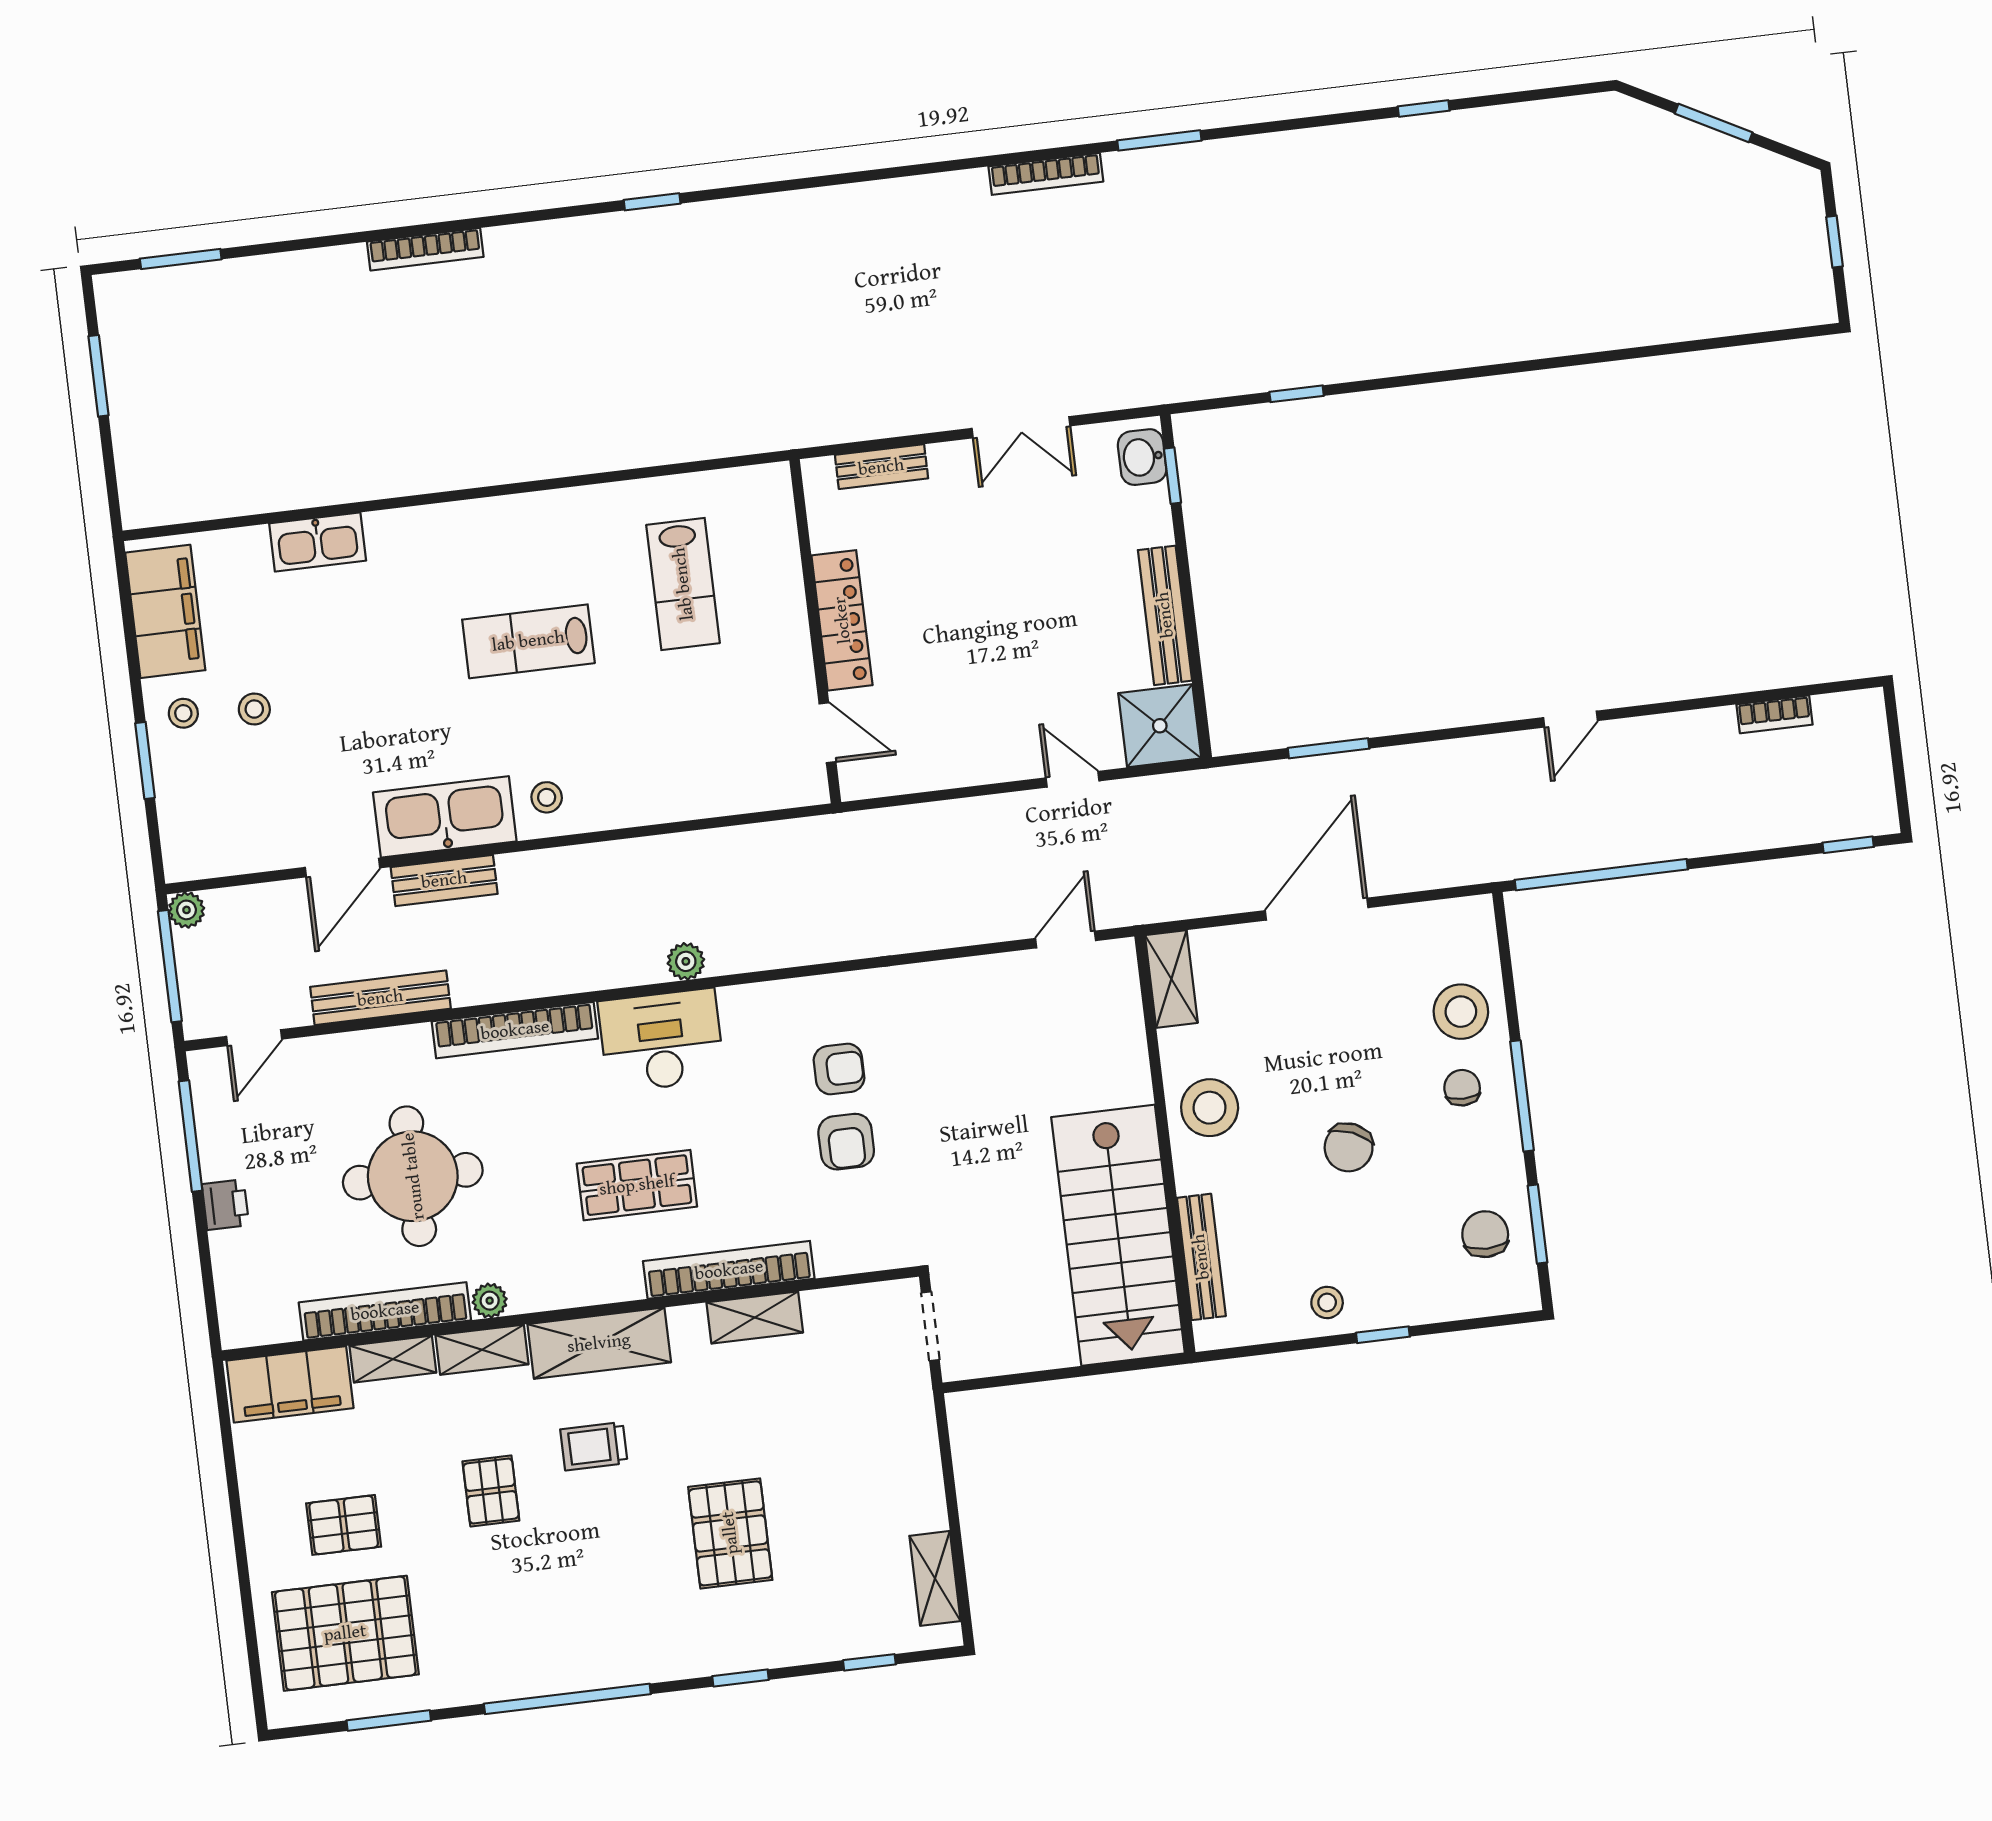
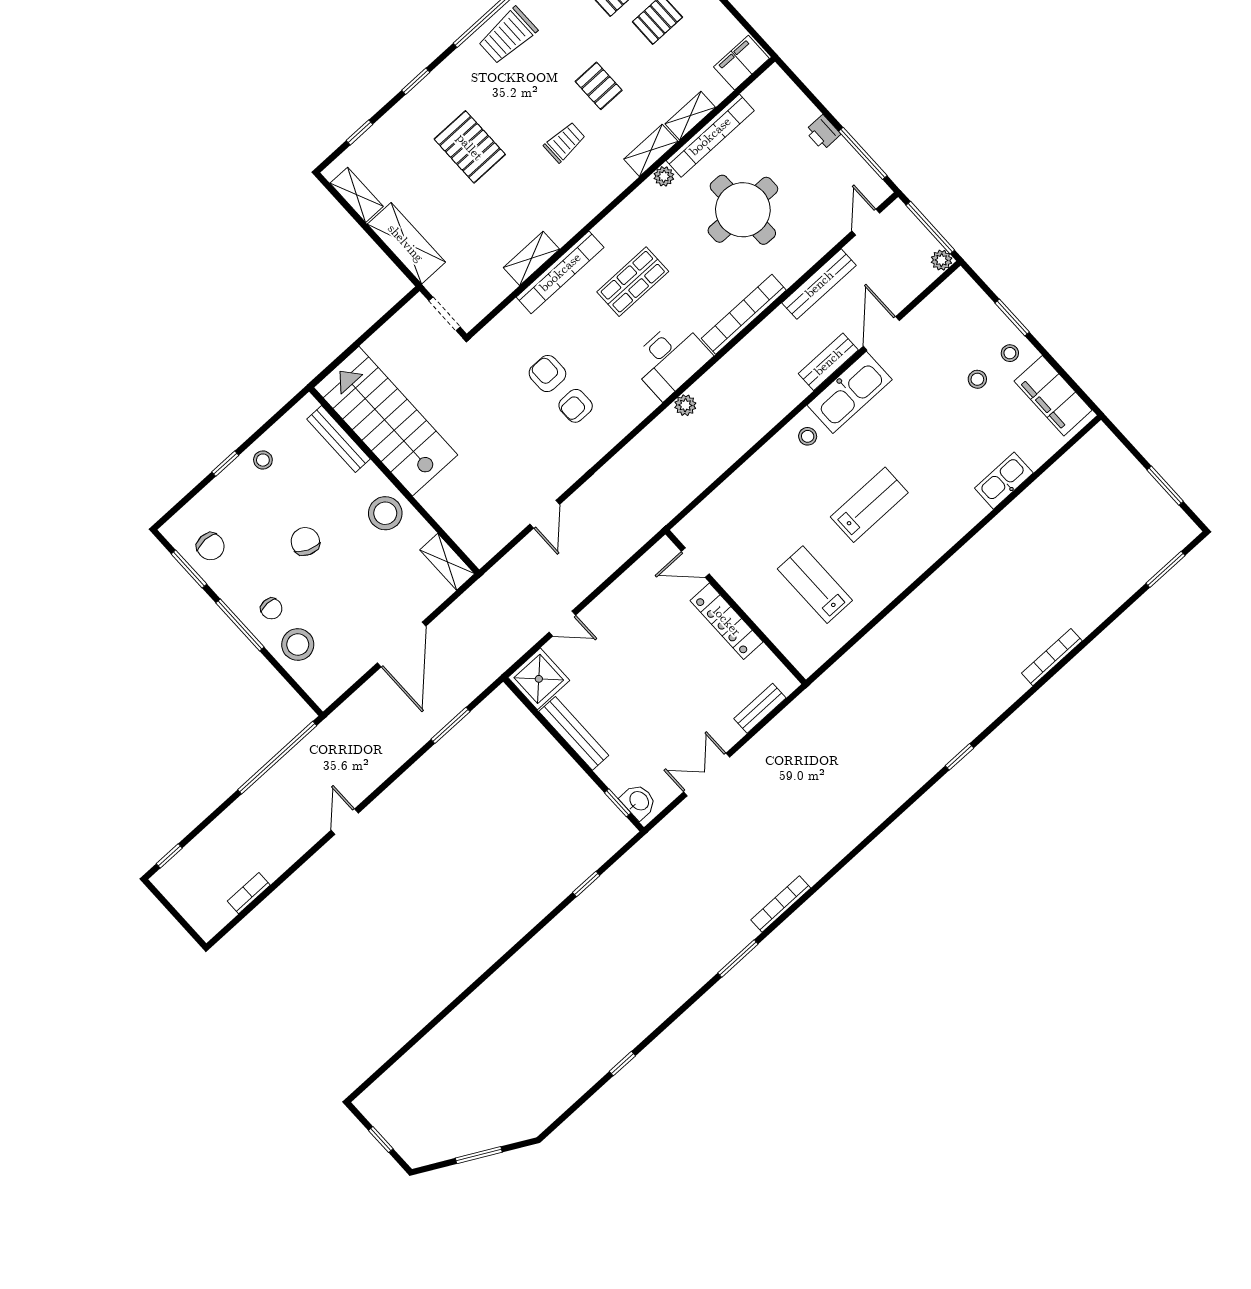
door: (1066, 939) -> (545, 514), moved
shelving: (599, 1343) -> (406, 243), moved, turned 90
filing cabinet: (290, 1384) -> (741, 63), width x0.67, depth x0.86
trolley: (568, 1651) -> (508, 36), added

